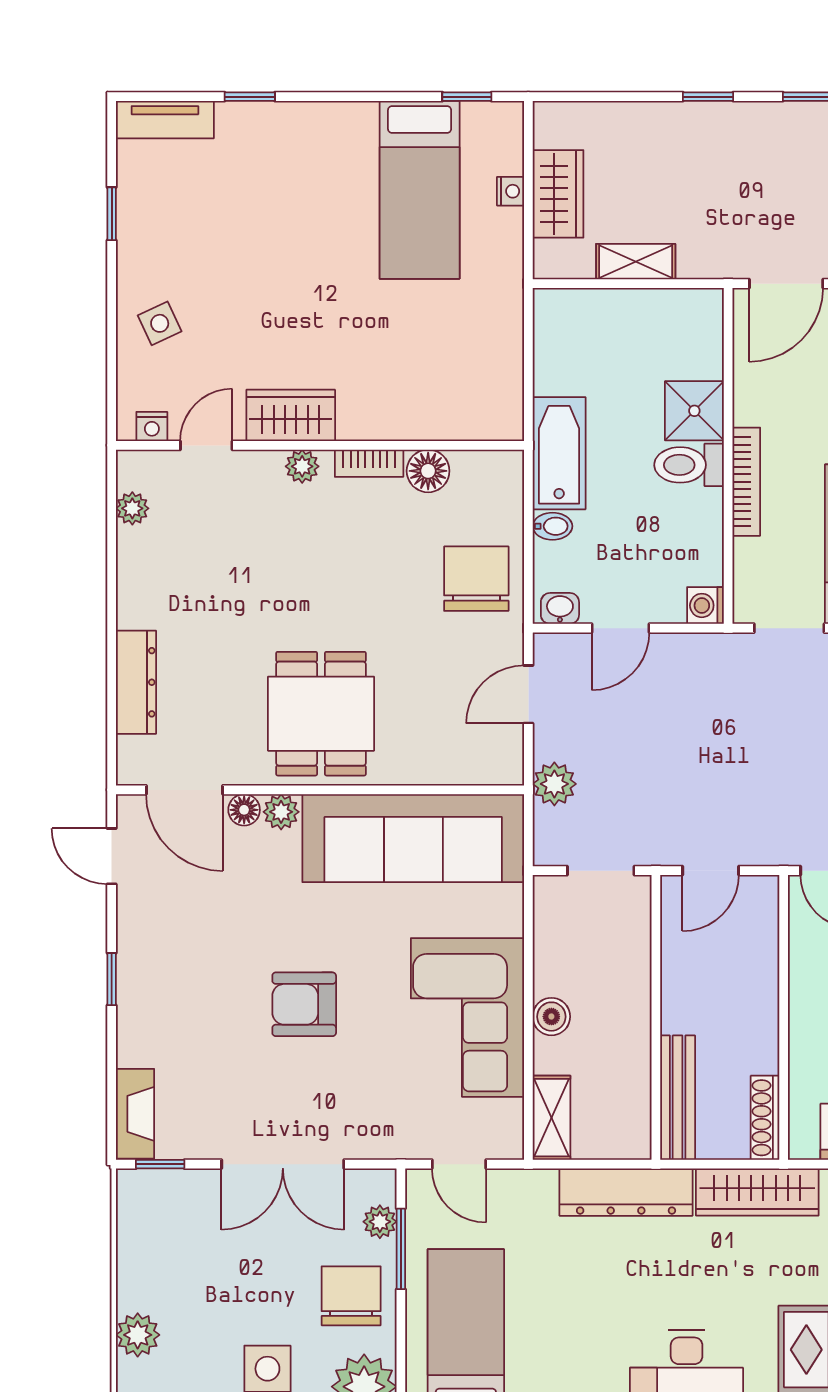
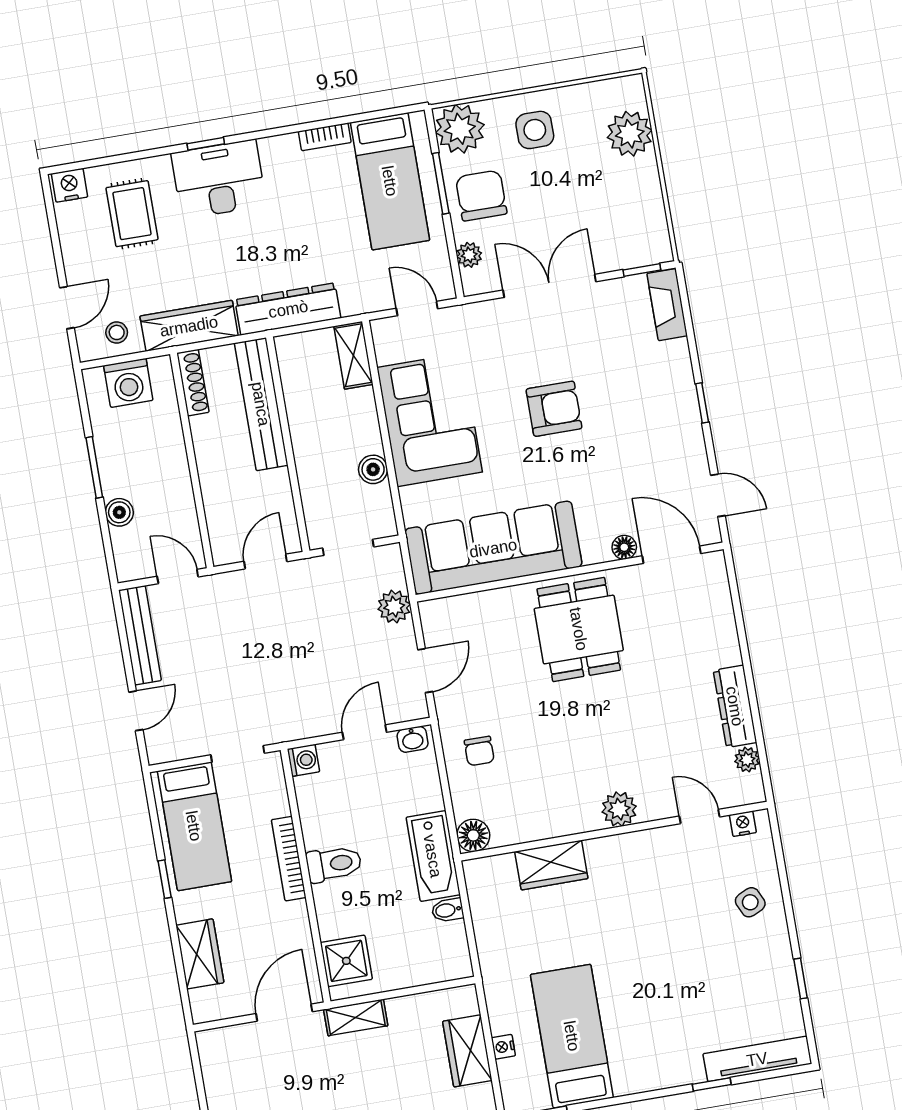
tv unit: (165, 120) -> (757, 1059), width x1.41
shelving: (636, 262) -> (356, 1018), moved
shower: (694, 411) -> (346, 961), moved
wardrobe: (291, 415) -> (551, 865), moved
door: (206, 445) -> (699, 817), swing flipped
bookcase: (369, 463) -> (575, 824), removed
plant: (302, 466) -> (619, 809), width x1.38, depth x1.38
floor lamp: (428, 471) -> (473, 835), moved
bidet: (553, 526) -> (447, 910), moved
chair: (476, 579) -> (479, 751), width x0.54, depth x0.54
dresser: (136, 682) -> (735, 706), moved
plant: (281, 812) -> (596, 550), removed
boiler: (551, 1017) -> (373, 469), moved
bench: (678, 1098) -> (261, 404), width x1.37, depth x1.21
window: (401, 1249) -> (441, 183), moved
chair: (351, 1296) -> (481, 196), turned 180
plant: (138, 1335) -> (630, 134), width x1.36, depth x1.36

